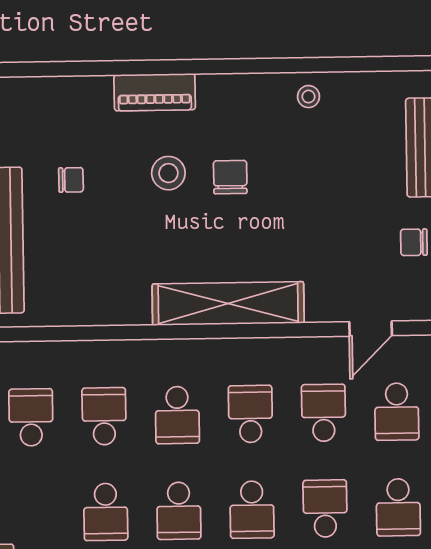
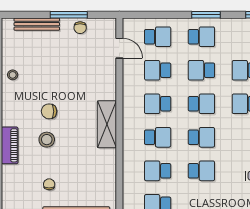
shelving: (228, 303) -> (107, 124), width x0.68

